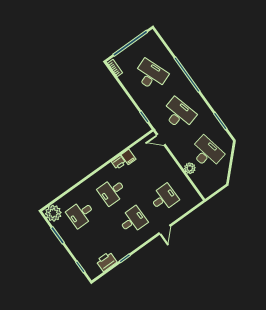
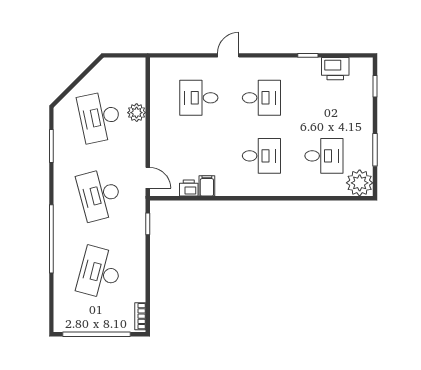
desk: (151, 75) -> (100, 273), turned 36
printer: (119, 162) -> (189, 188), moved
desk: (133, 220) -> (261, 98), turned 180

